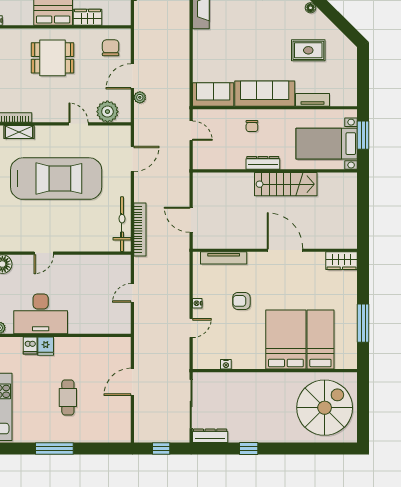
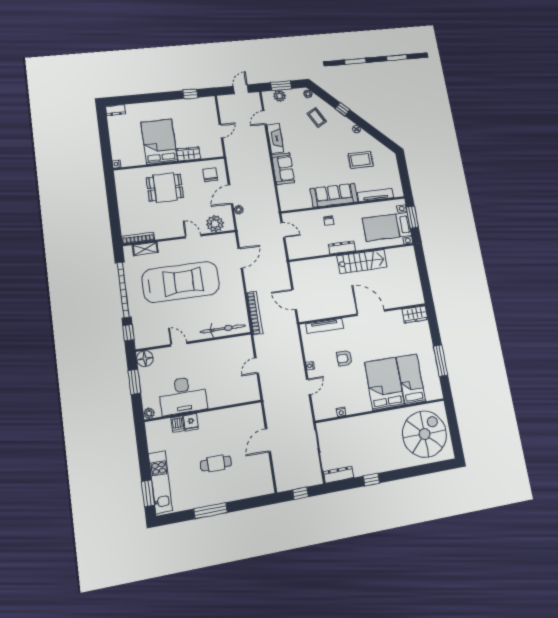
sofa: (213, 94) -> (283, 169), moved, turned 90
tv unit: (312, 100) -> (375, 195), width x1.41
bicycle: (122, 224) -> (223, 329), moved, turned 90
door: (44, 253) -> (179, 344), swing flipped
cafe table: (68, 397) -> (216, 463), turned 90

